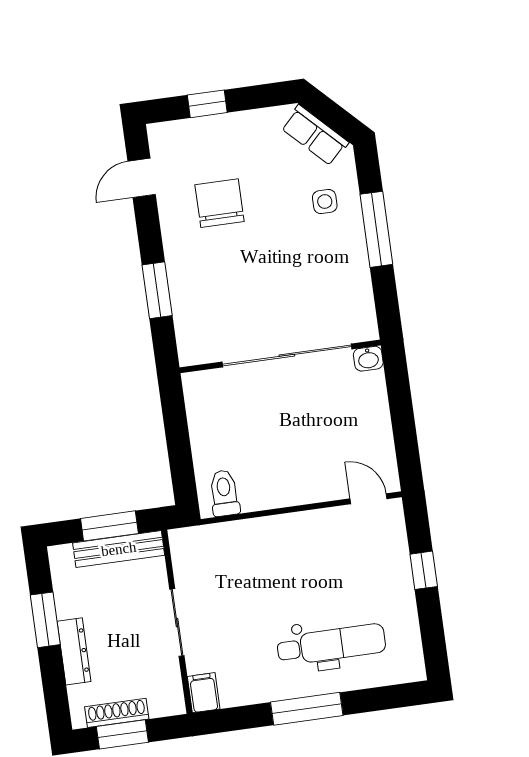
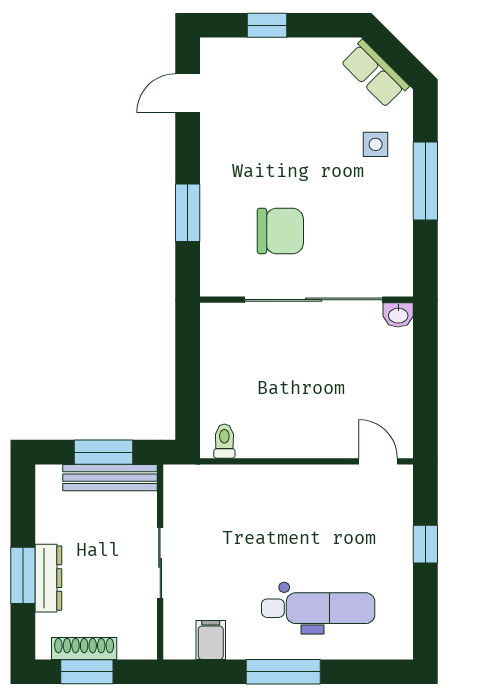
chair: (220, 203) -> (280, 231), moved, turned 90
toilet: (224, 493) -> (224, 441), width x0.73, depth x0.72
window: (45, 620) -> (23, 575), moved
filing cabinet: (204, 693) -> (211, 640), moved

